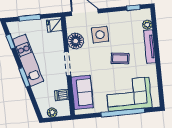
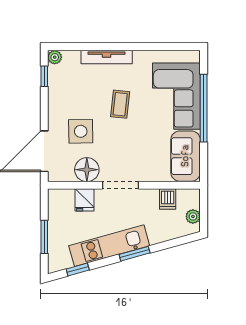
fridge: (54, 25) -> (85, 200), moved
plant: (147, 25) -> (55, 57), moved
sofa: (82, 92) -> (186, 156), moved, turned -90

